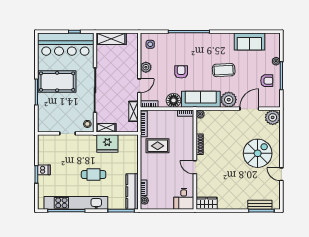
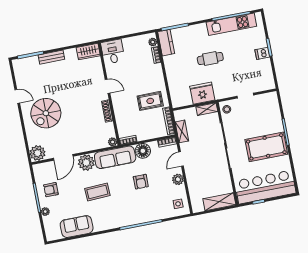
kitchen counter: (132, 192) -> (166, 43), width x0.67
kitchen unit: (76, 203) -> (231, 24), width x0.73
bench: (260, 205) -> (51, 57), moved

